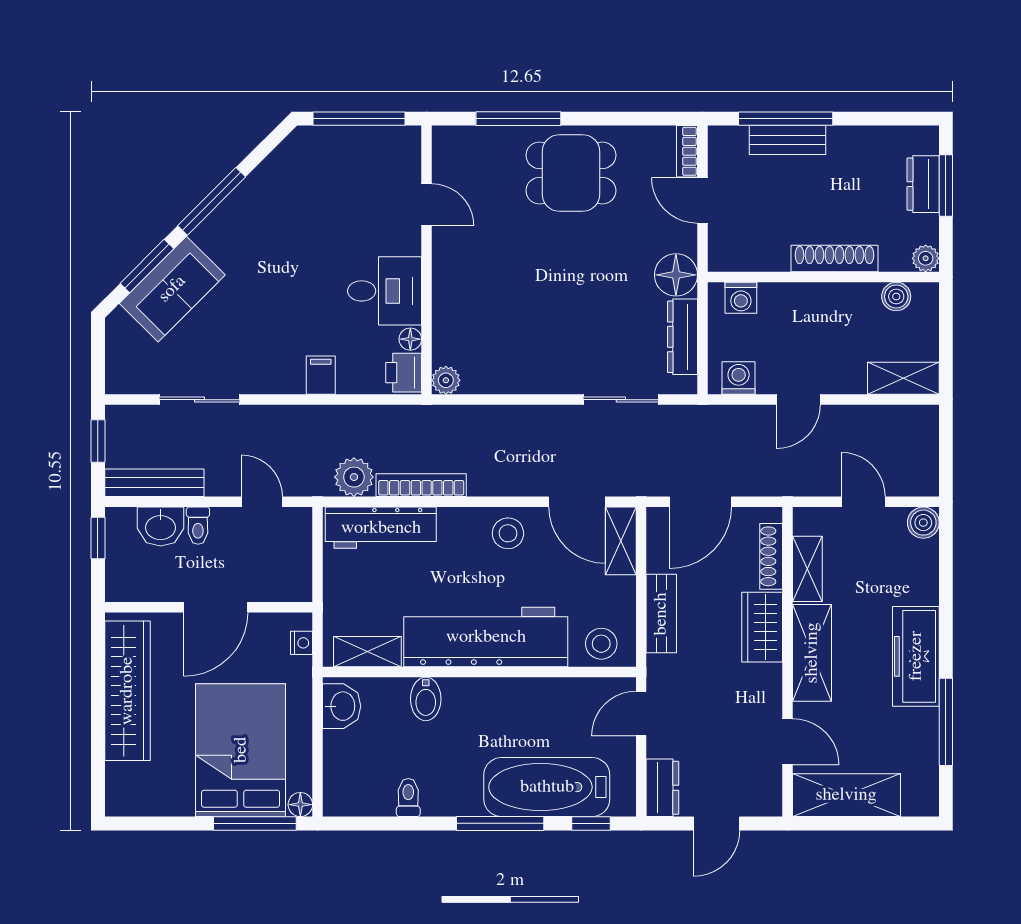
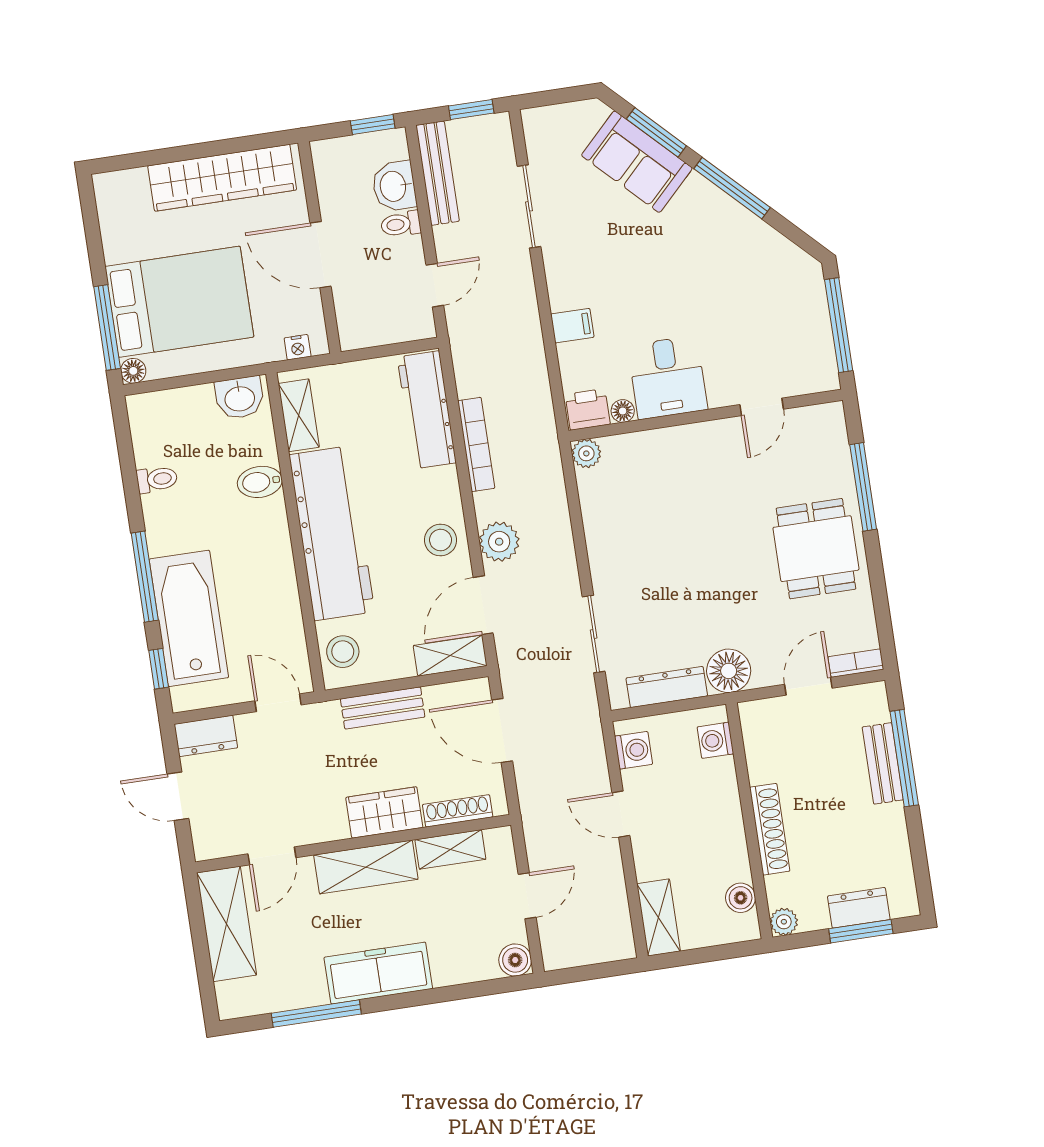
plant: (354, 477) -> (499, 542), moved

